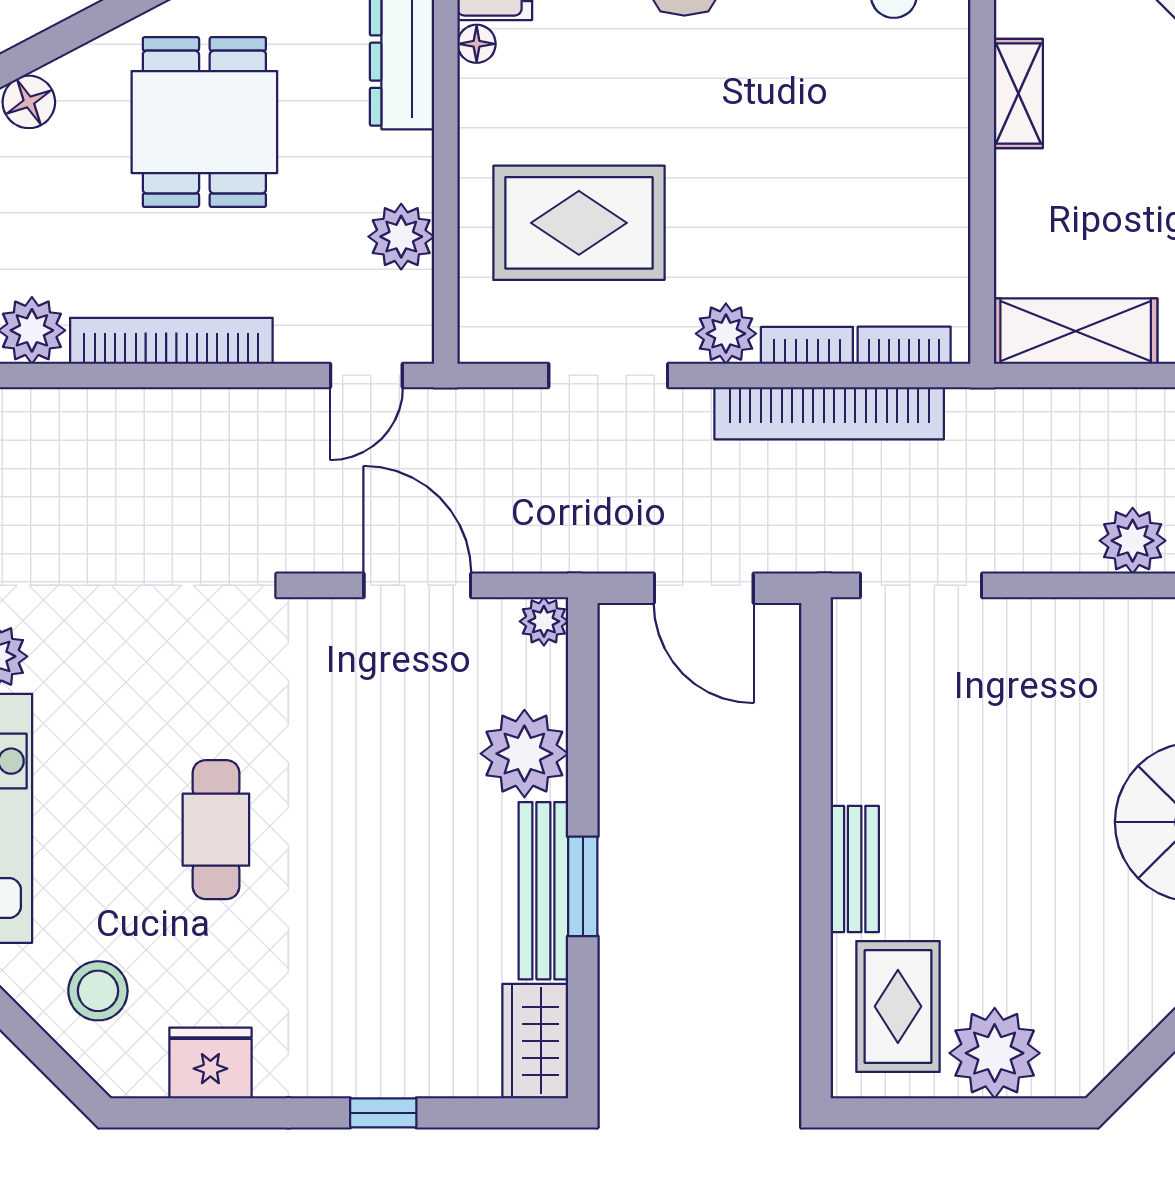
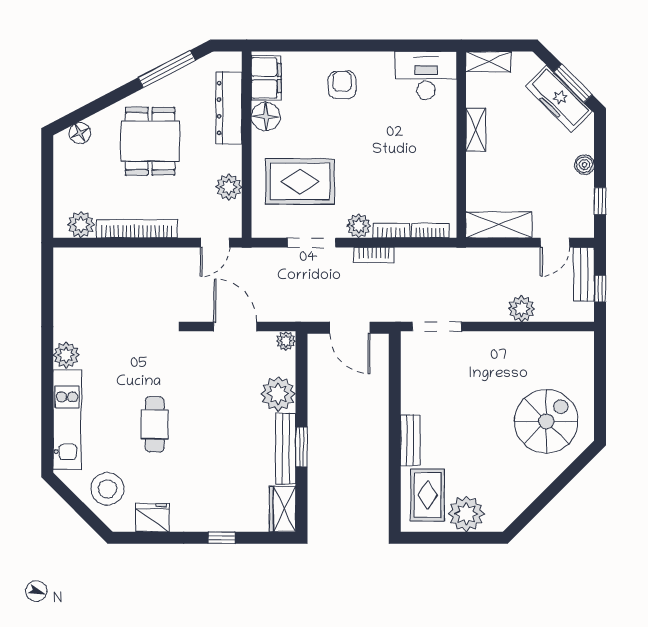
floor lamp: (477, 44) -> (266, 117), width x1.89, depth x1.89
bookcase: (829, 413) -> (374, 255), width x0.43, depth x0.76
stool: (98, 991) -> (107, 489), width x1.38, depth x1.38

